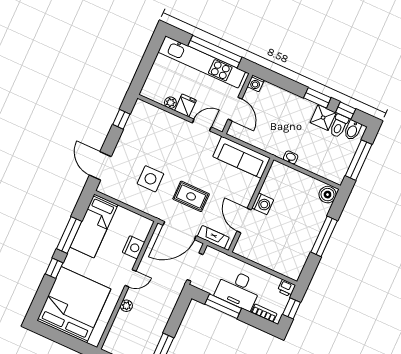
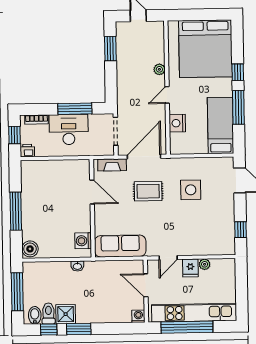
washing machine: (263, 204) -> (83, 241), moved

